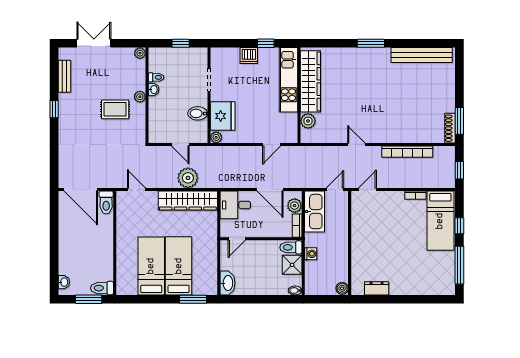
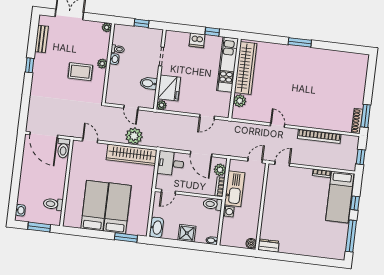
bench: (422, 55) -> (341, 57), removed
kitchen sink: (314, 212) -> (234, 189), moved
shower: (292, 265) -> (187, 233), moved
toilet: (102, 288) -> (53, 204), moved
dresser: (377, 288) -> (269, 246), moved

